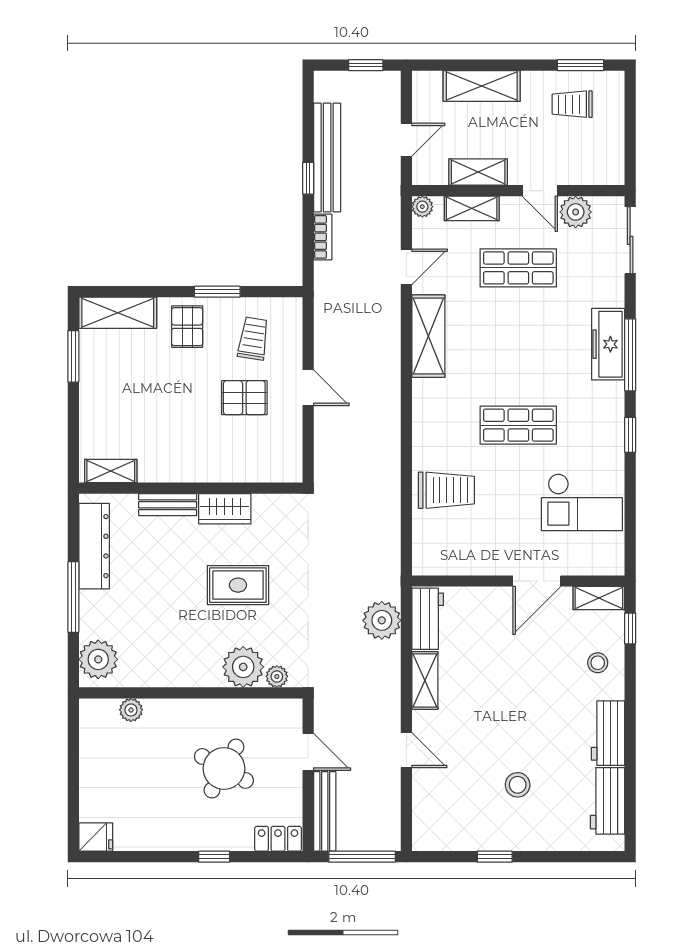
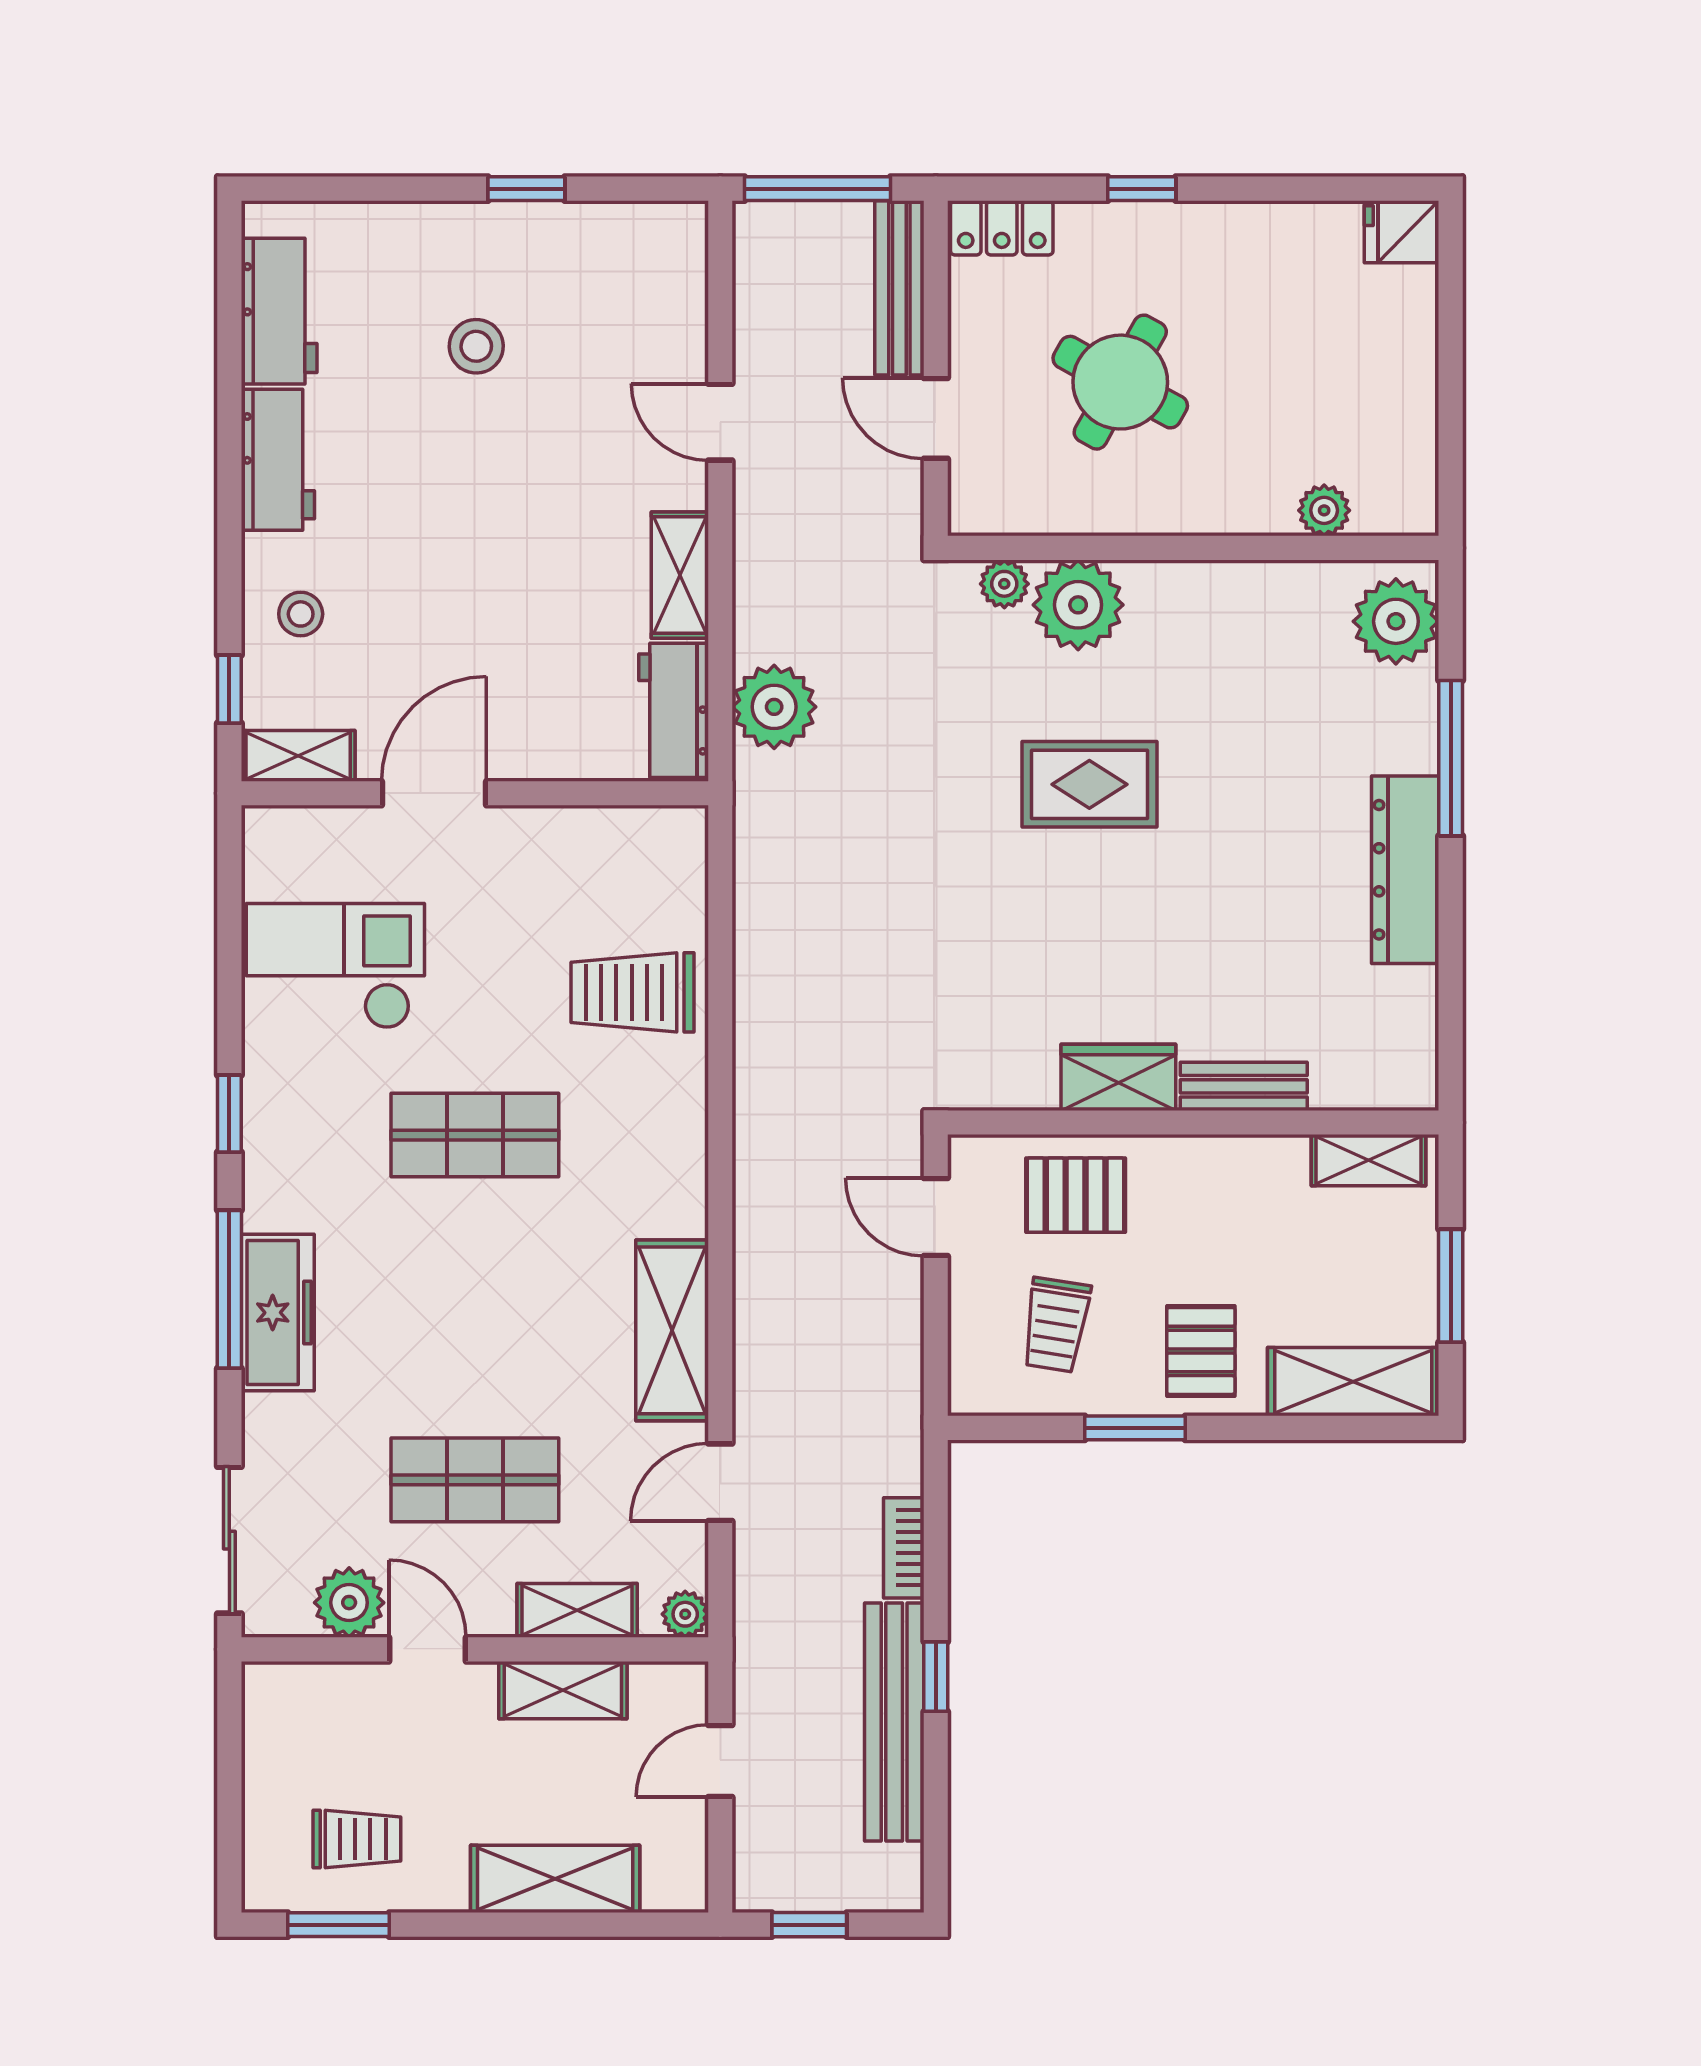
shelving: (111, 471) -> (1369, 1160), moved
wall: (191, 488) -> (1193, 1123), moved
bench: (168, 505) -> (1244, 1086), moved
wardrobe: (225, 509) -> (1118, 1077), moved

